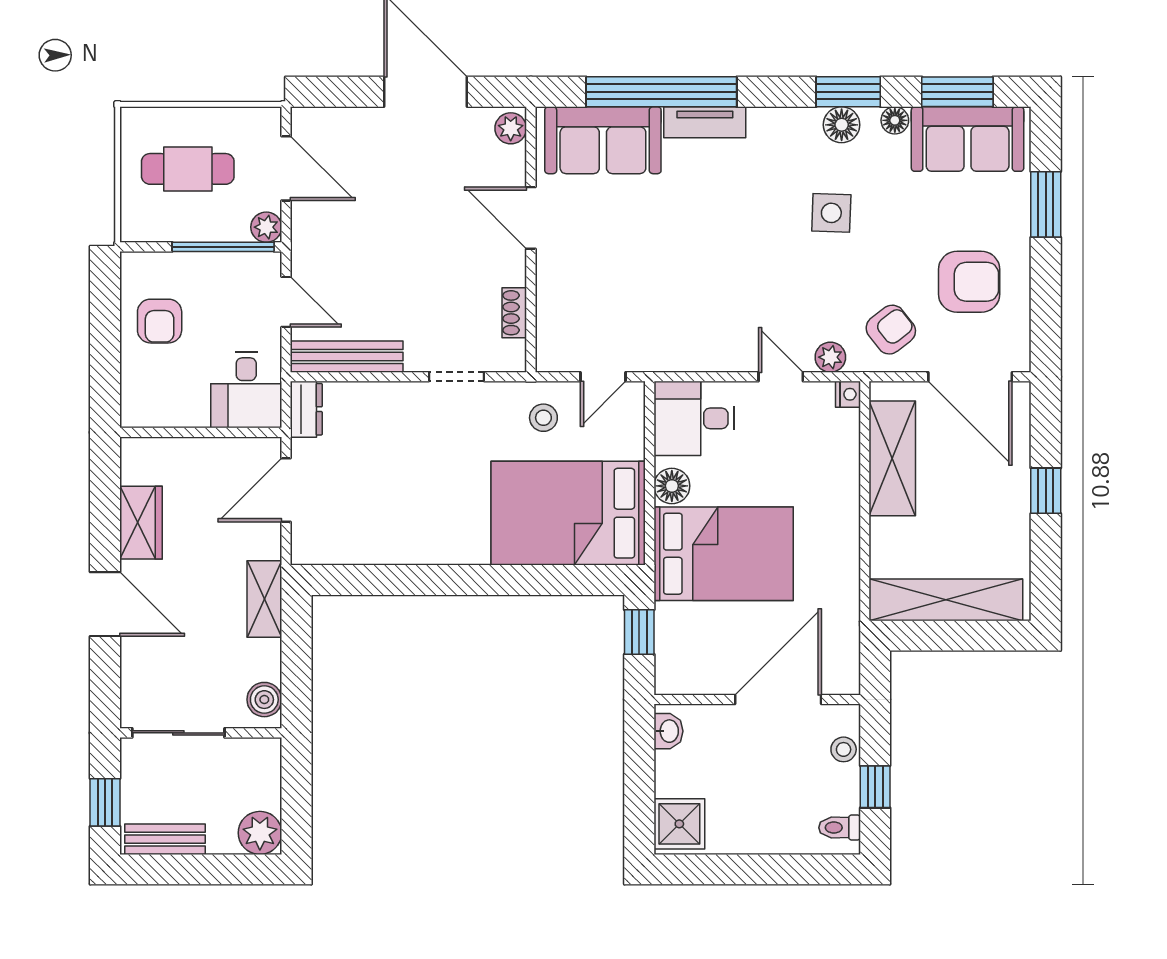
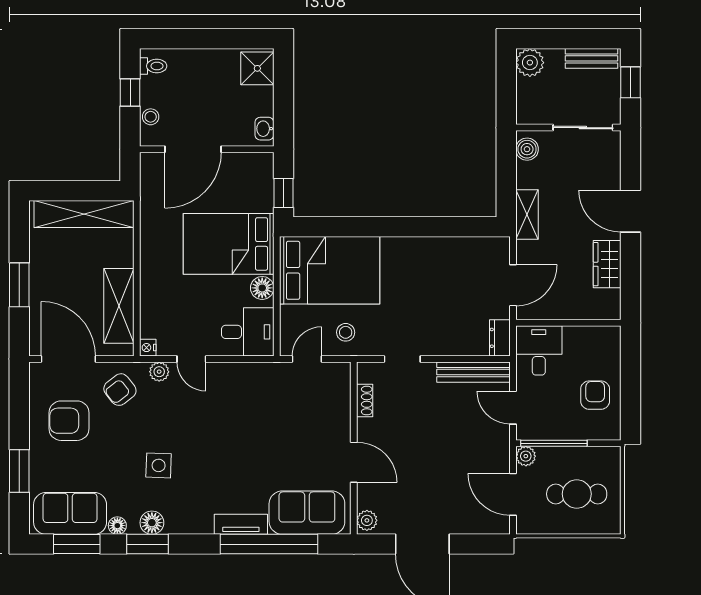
window: (1046, 491) -> (19, 285), width x1.50

